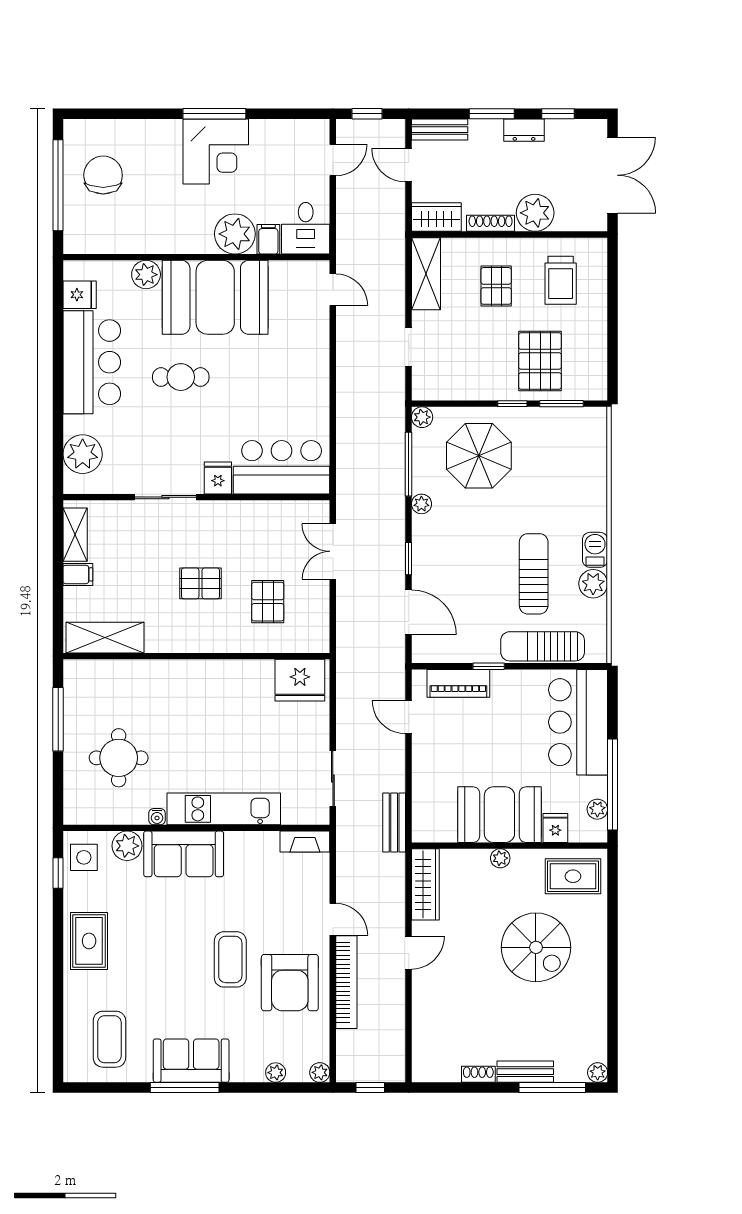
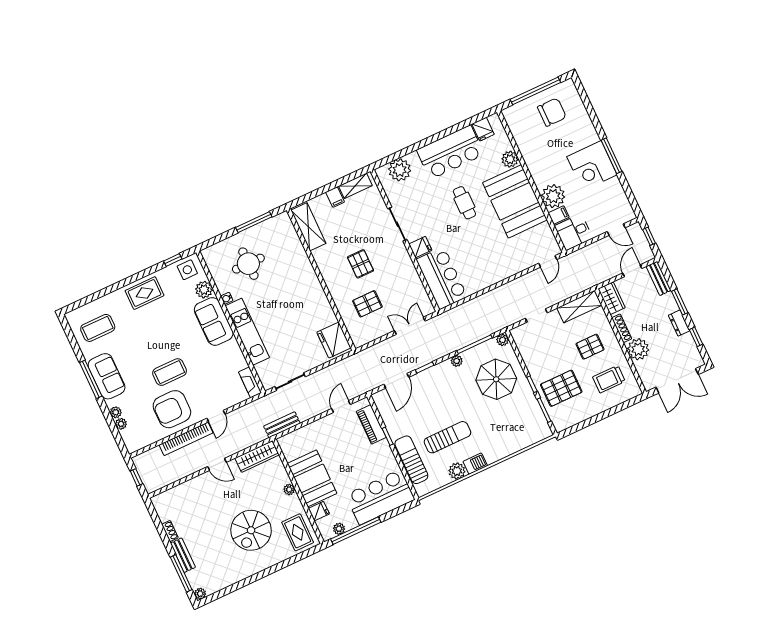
plant: (320, 1072) -> (116, 412), moved

